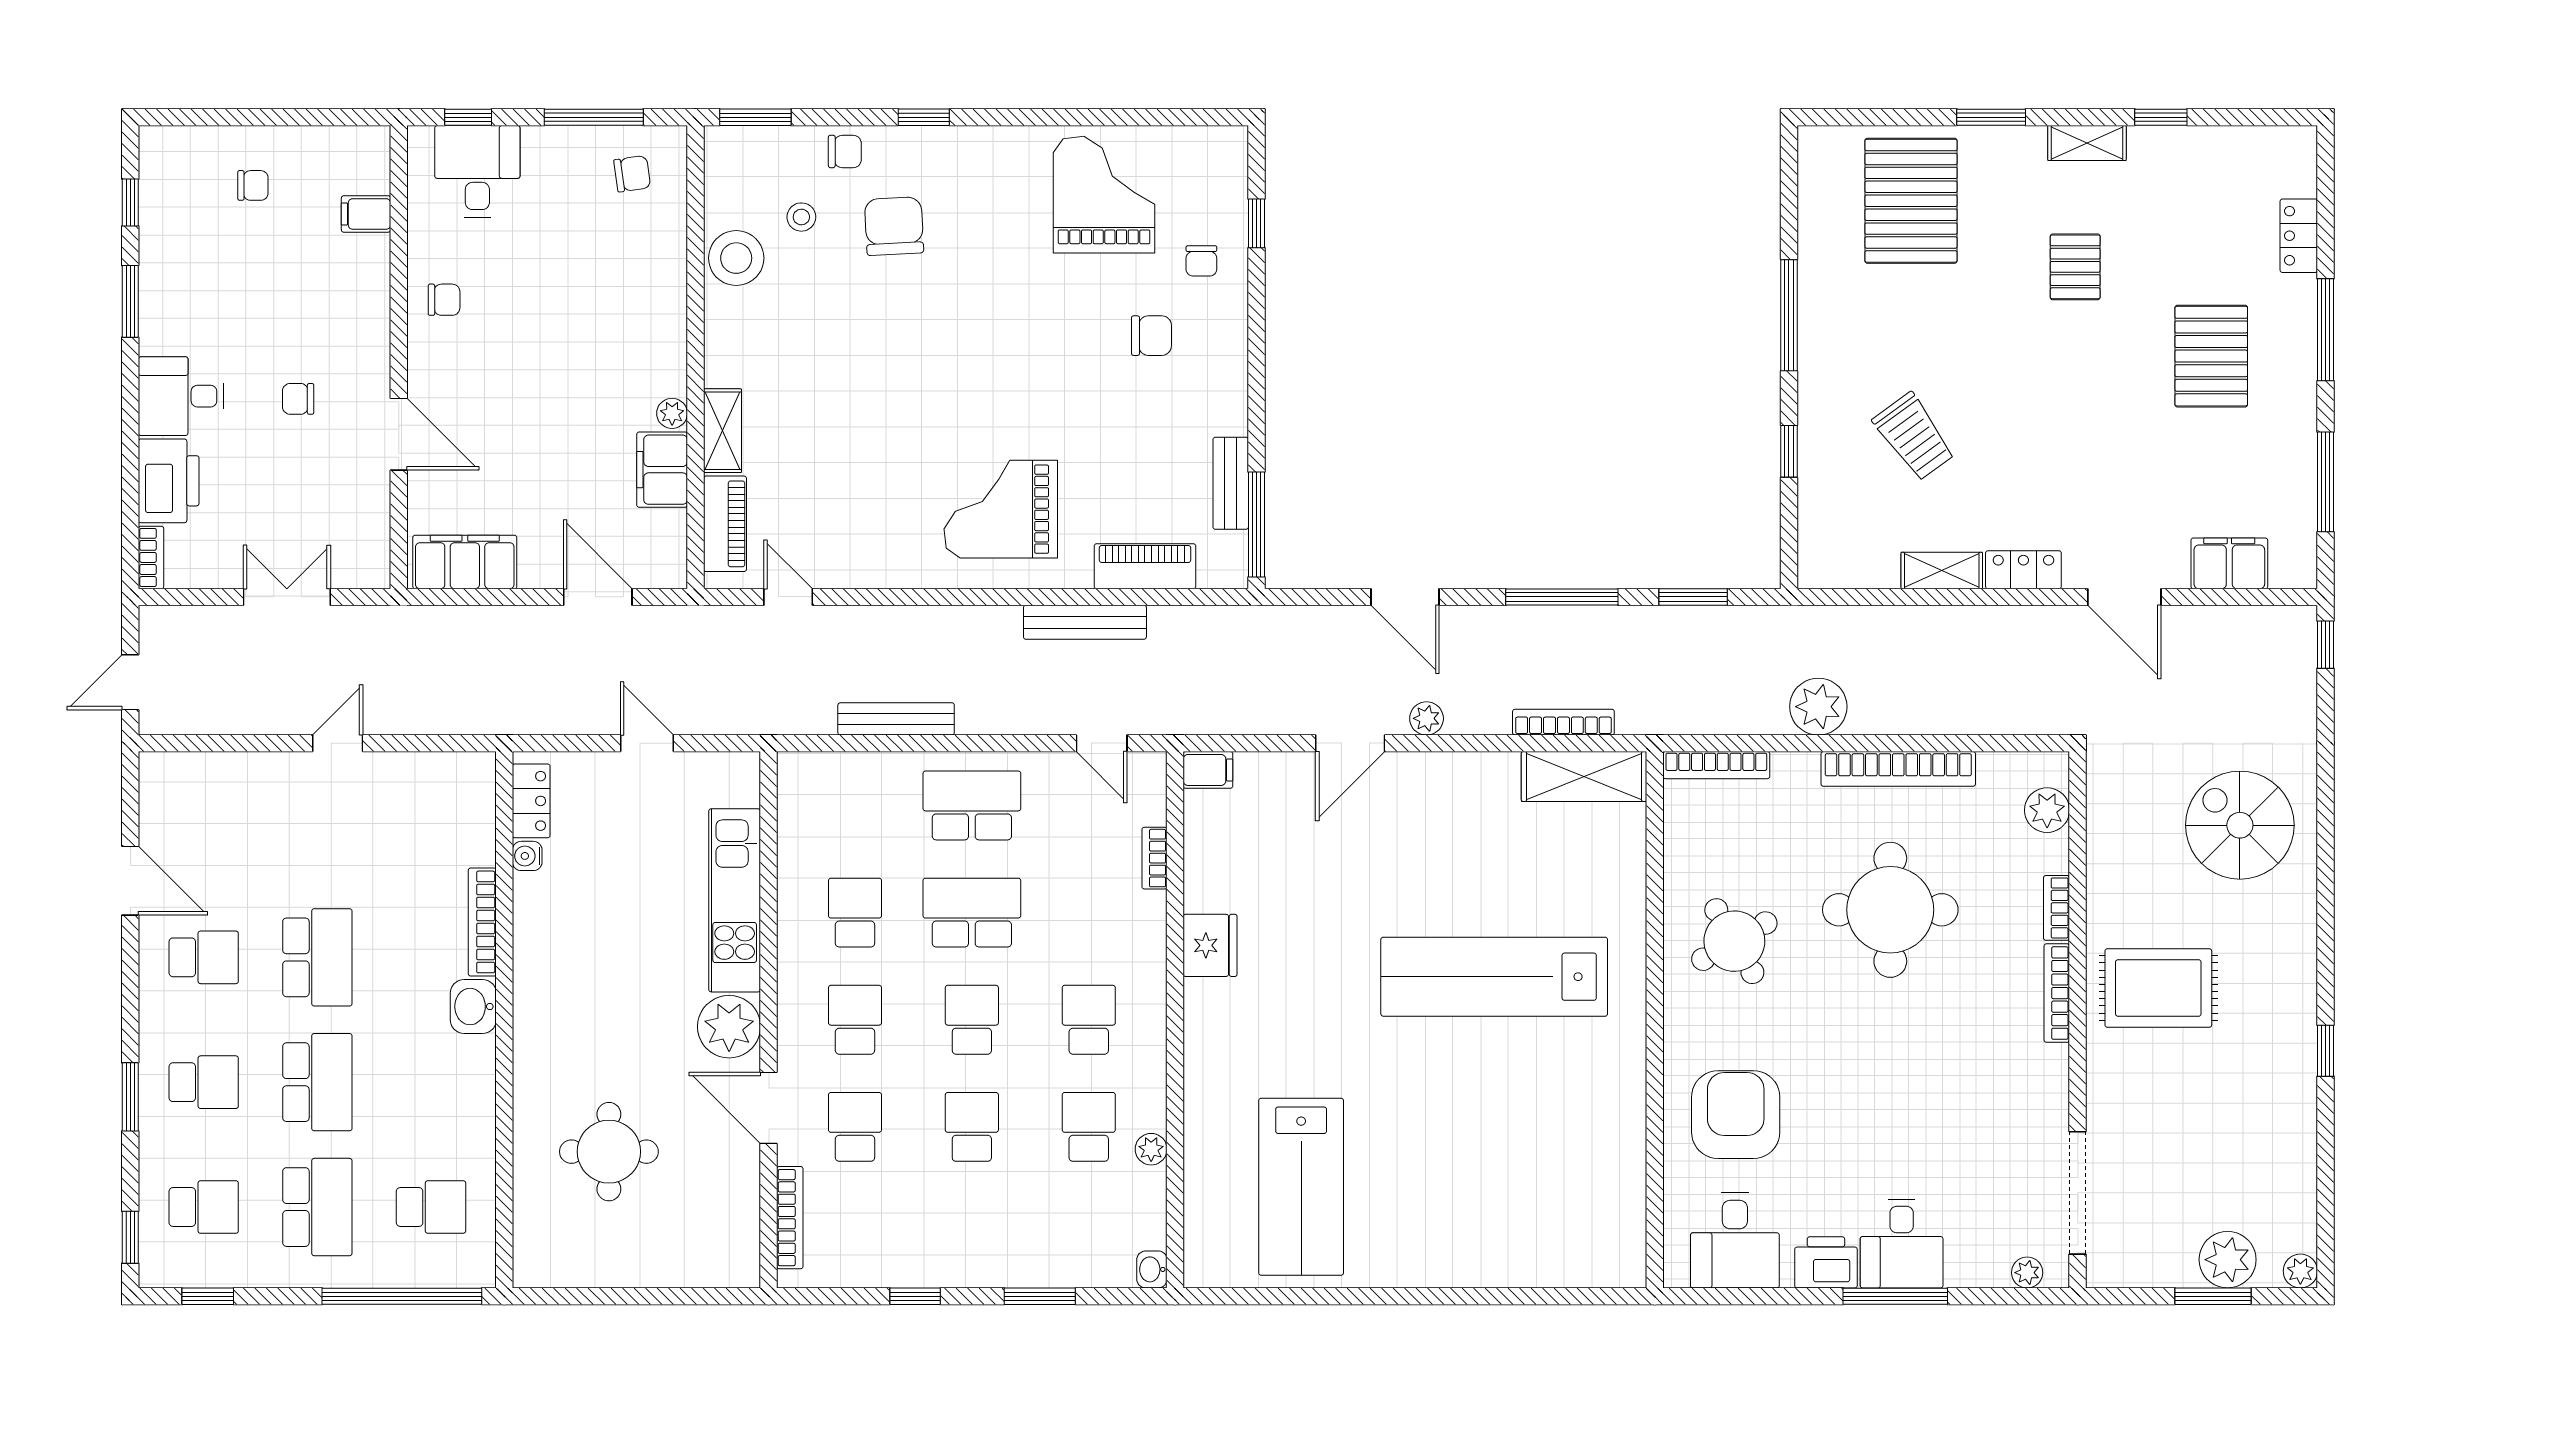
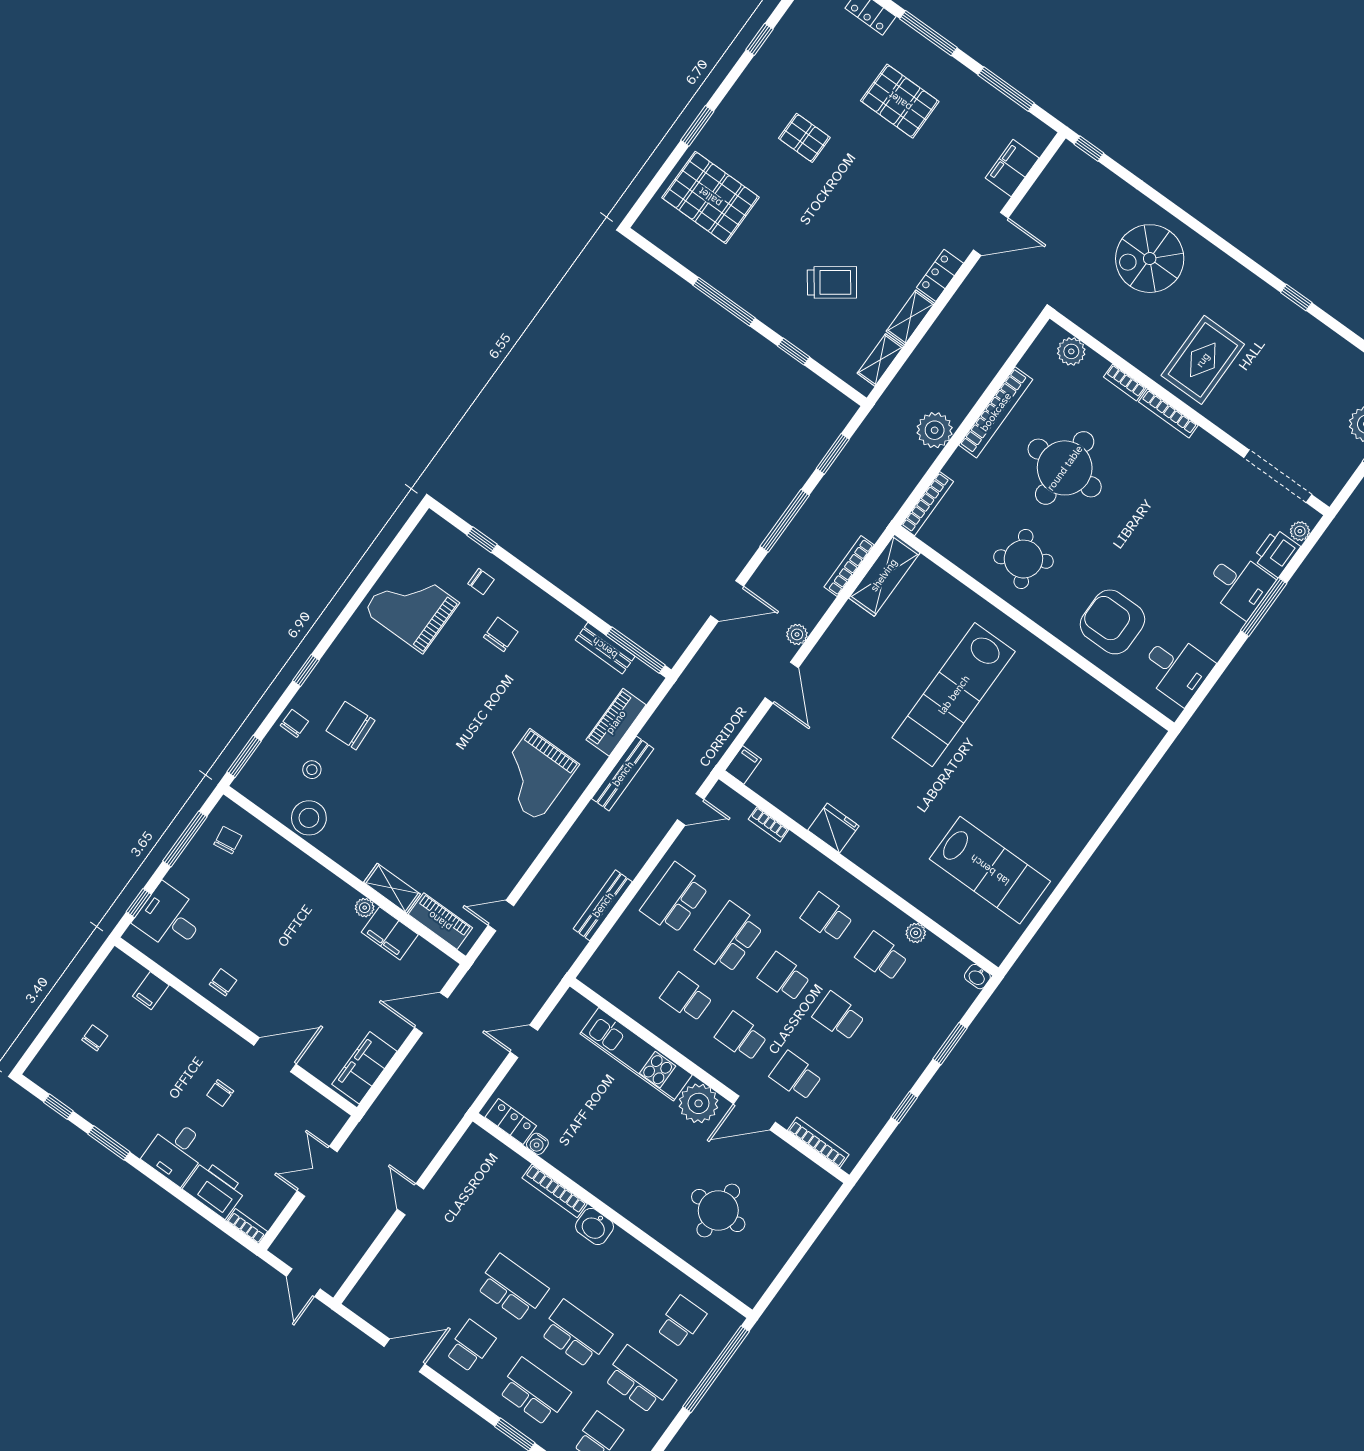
shelving: (2087, 143) -> (880, 360), moved
school desk: (204, 1082) -> (534, 1392), width x1.85
printer: (1826, 1262) -> (1276, 553), moved

